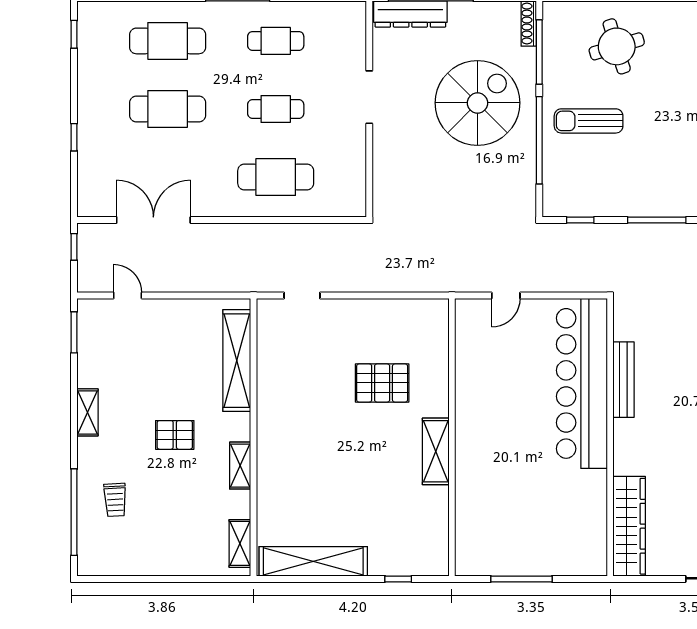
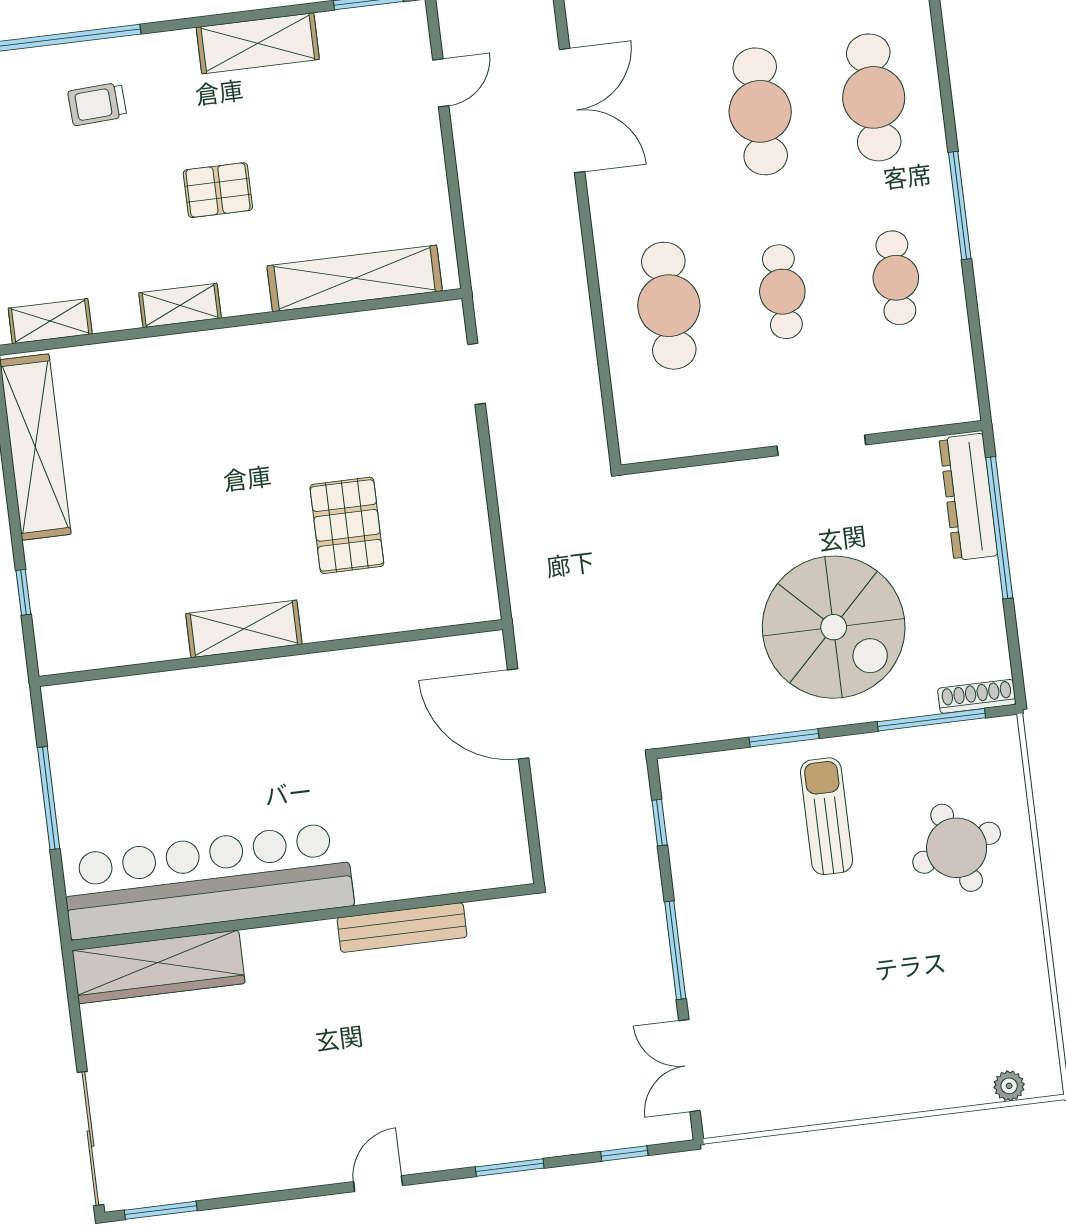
window: (539, 140) -> (784, 738), width x0.47
door: (506, 296) -> (518, 714), width x1.87
bar counter: (582, 383) -> (208, 881), moved
shelving: (87, 412) -> (258, 43), width x1.50, depth x1.33
pallet: (175, 435) -> (218, 190), turned 90

